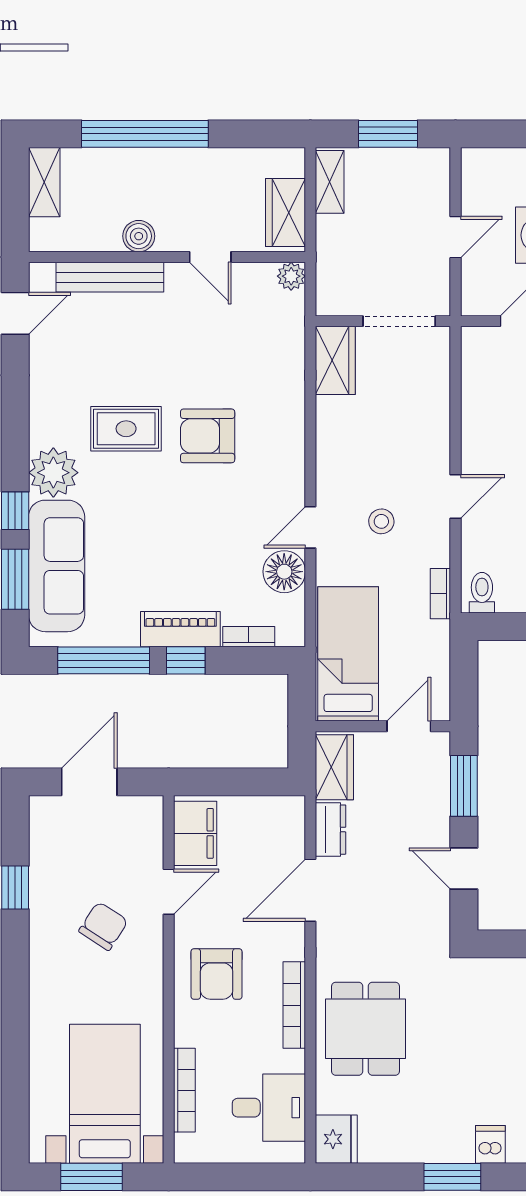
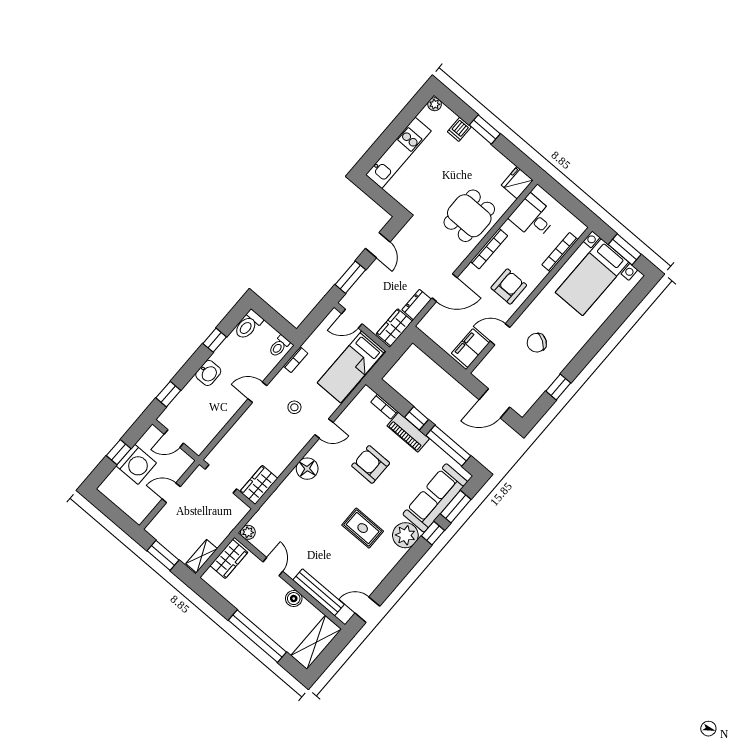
shelving: (44, 182) -> (316, 642), width x1.50, depth x1.33
armchair: (208, 436) -> (371, 464), moved, turned 180
floor lamp: (284, 572) -> (307, 469), moved

